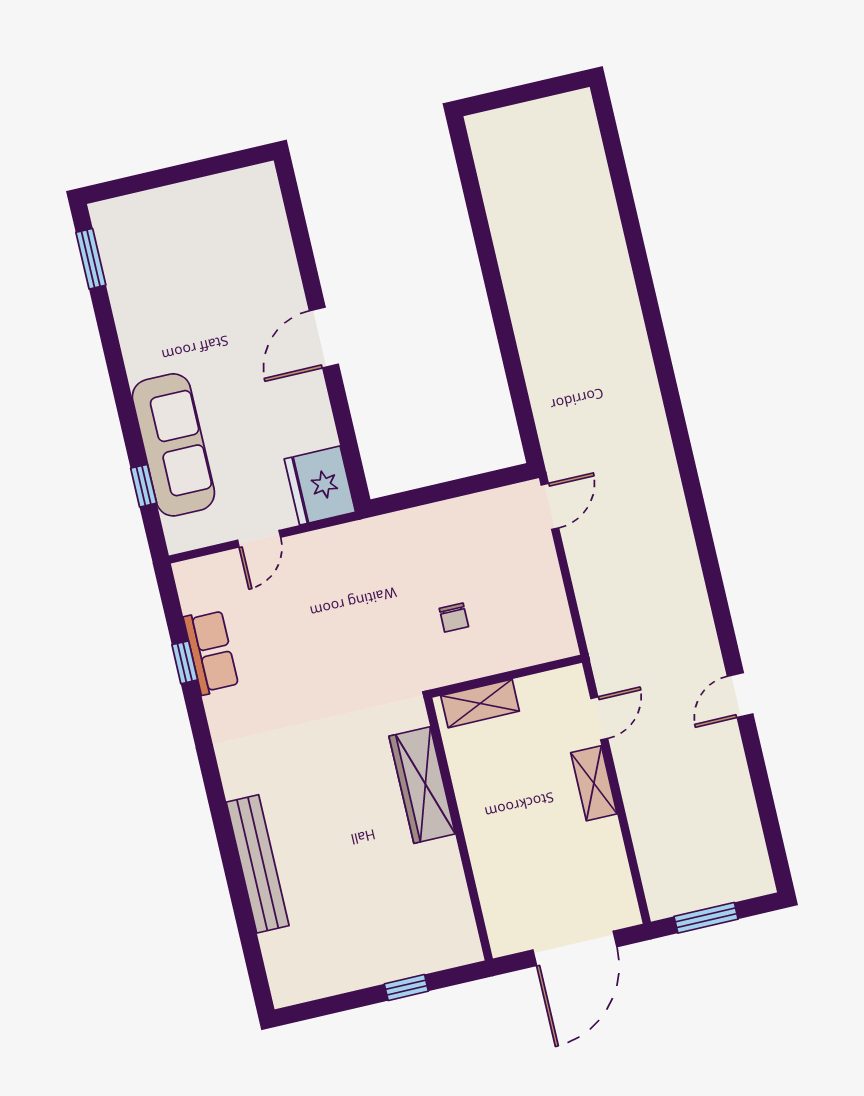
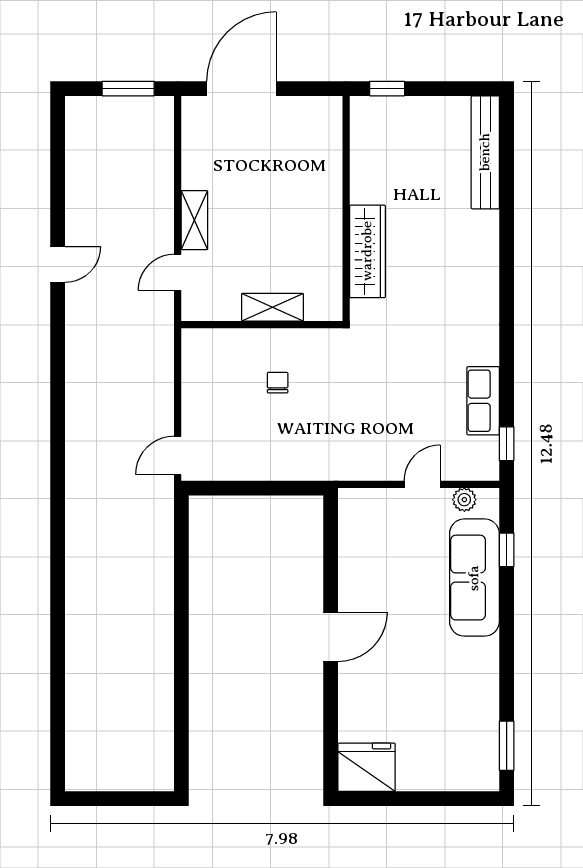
fridge: (320, 485) -> (367, 767), moved, turned -90
plant: (206, 532) -> (464, 500), added
window: (185, 662) -> (507, 444), moved
wardrobe: (422, 785) -> (367, 251), moved
wall: (458, 829) -> (346, 208), moved
bench: (258, 864) -> (485, 152), moved

